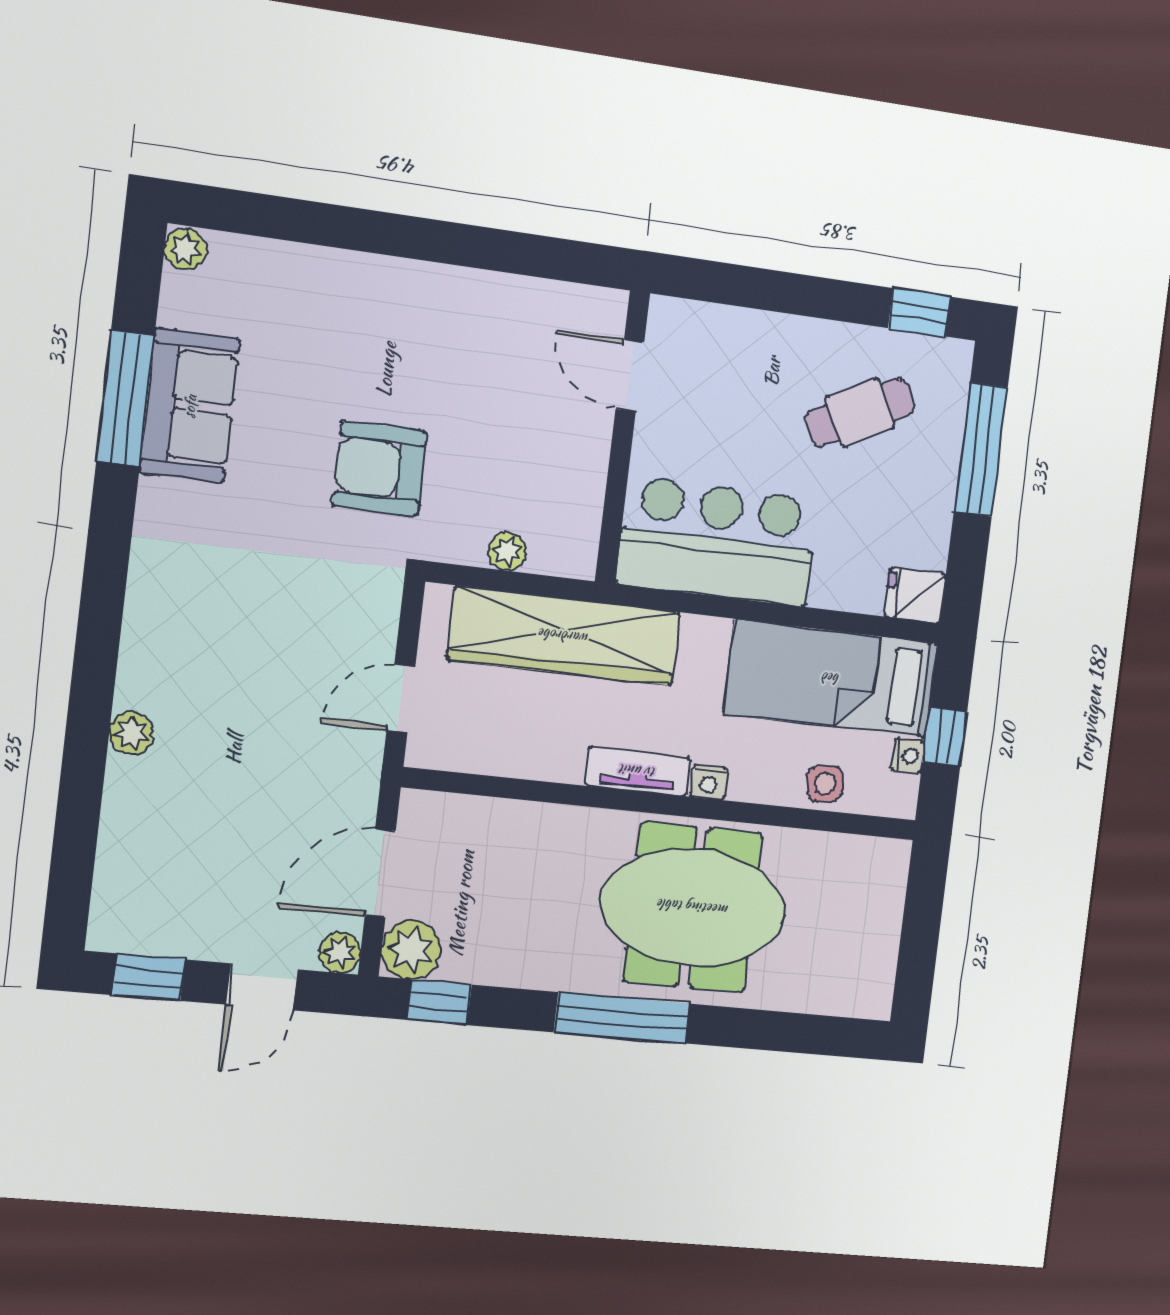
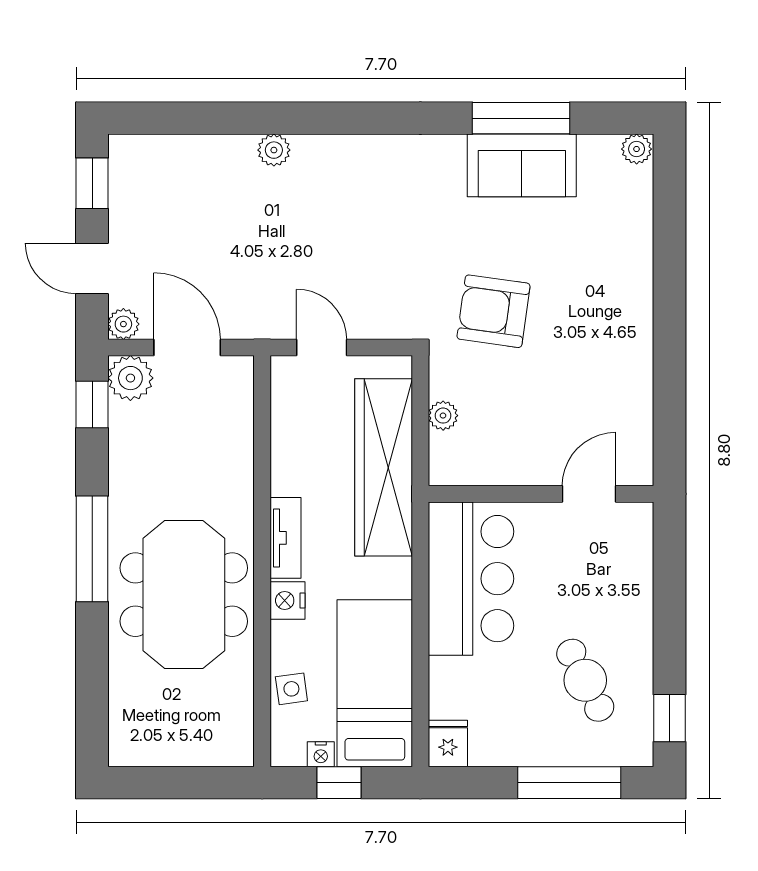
armchair: (380, 468) -> (494, 311), turned -82
nightstand: (709, 782) -> (287, 600), width x1.39, depth x1.35

